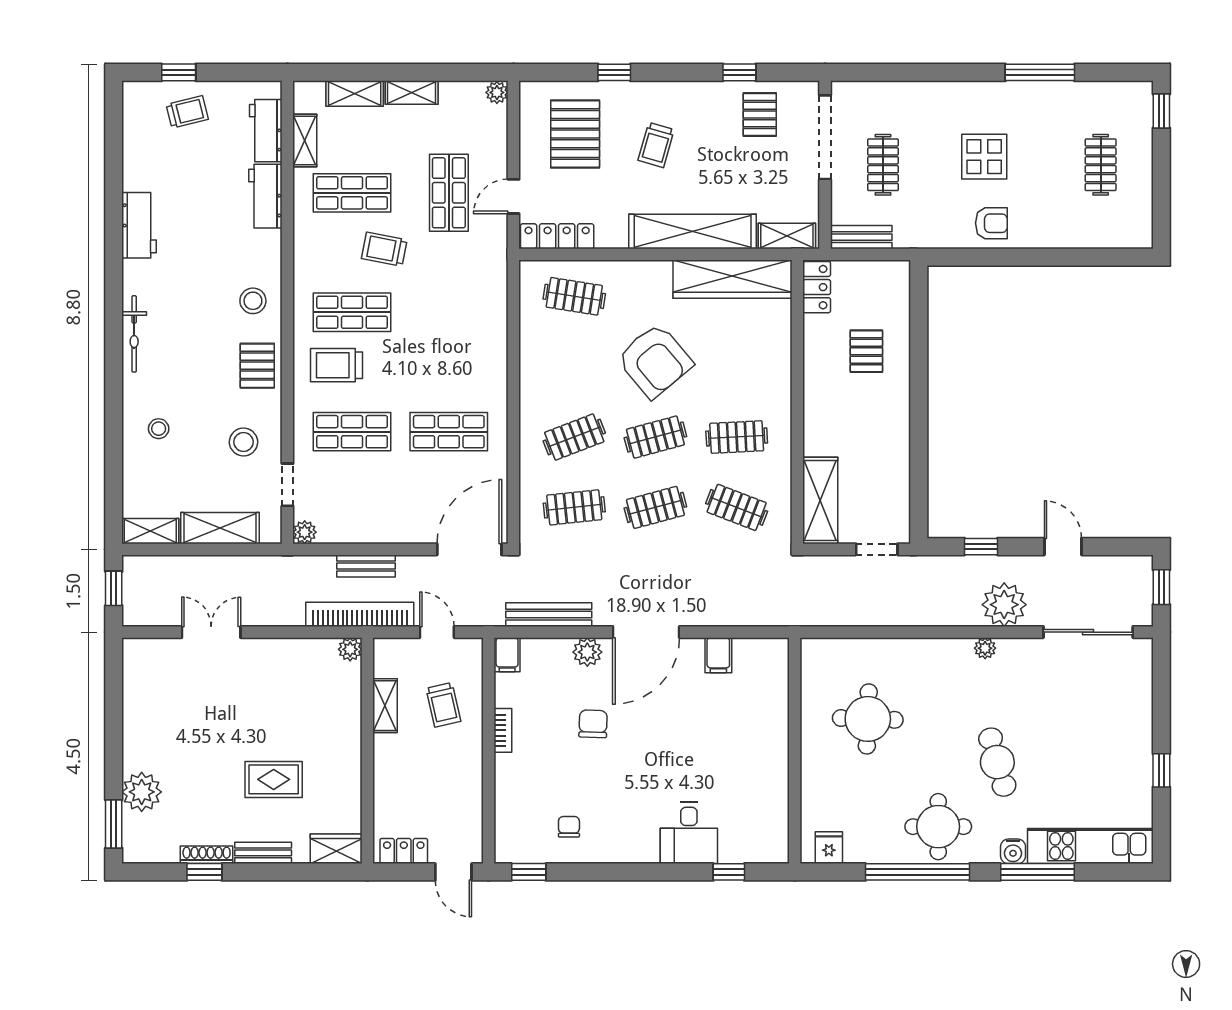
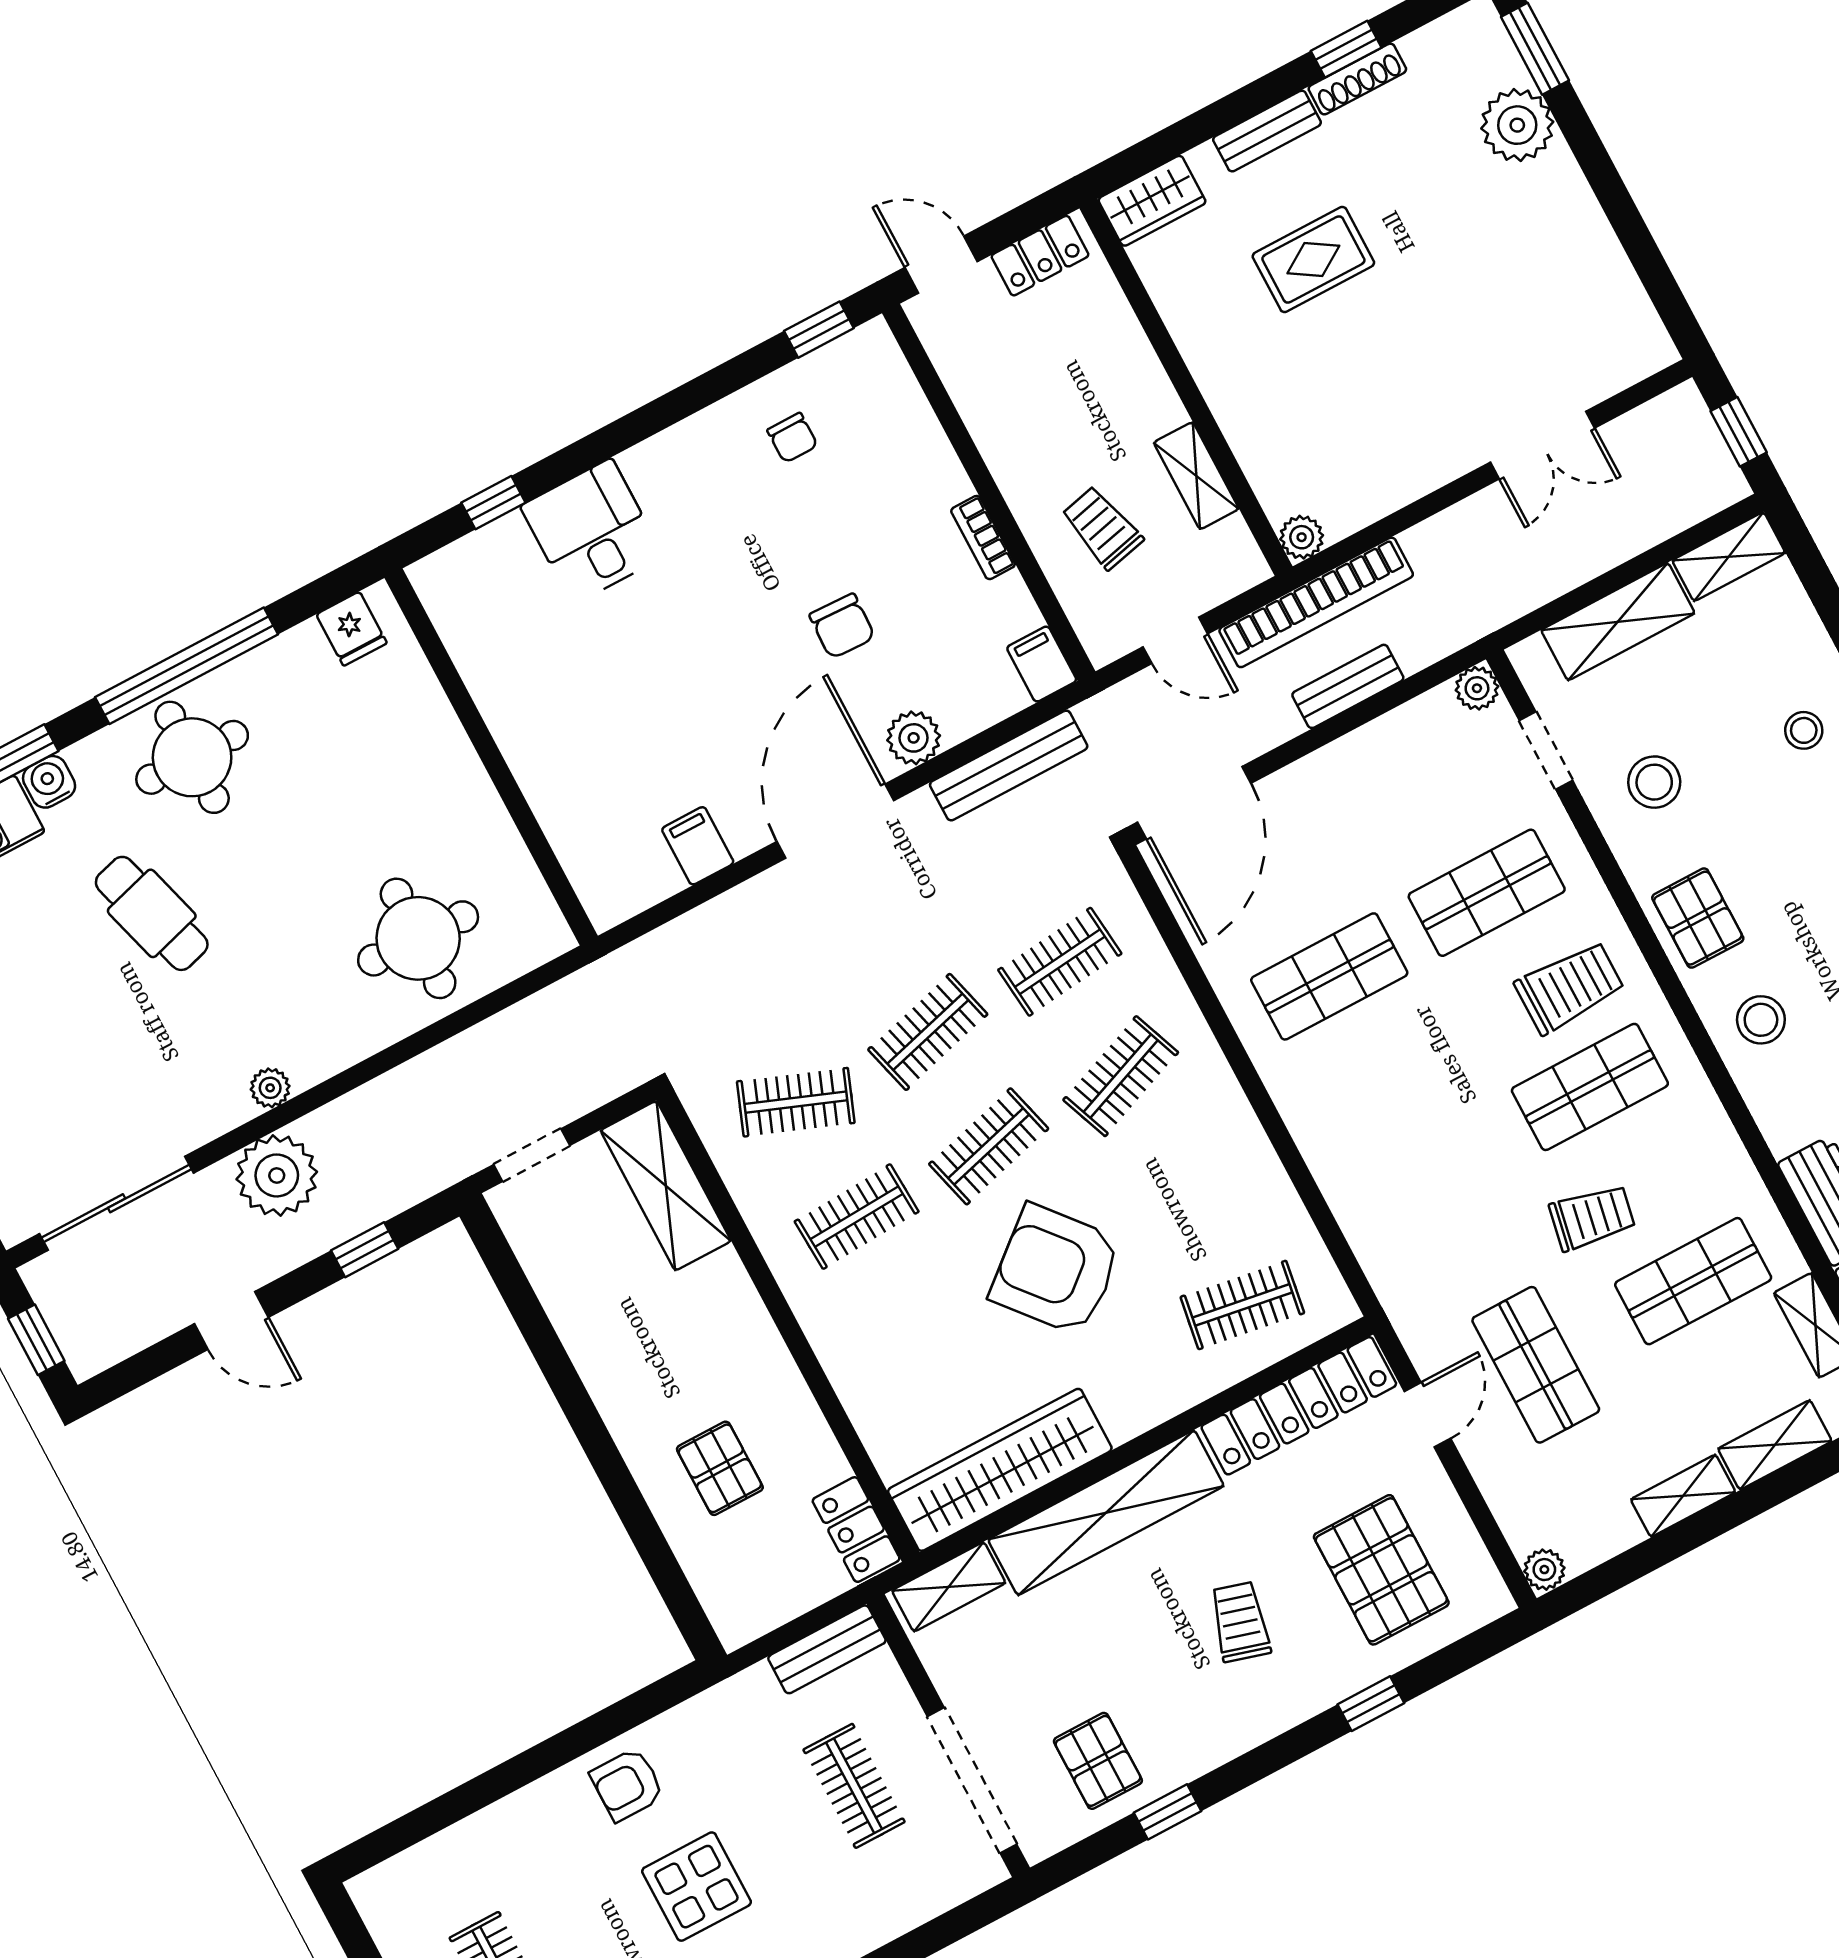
locker: (557, 236) -> (1299, 1406), width x1.41, depth x1.21
round table: (868, 719) -> (418, 938), moved

